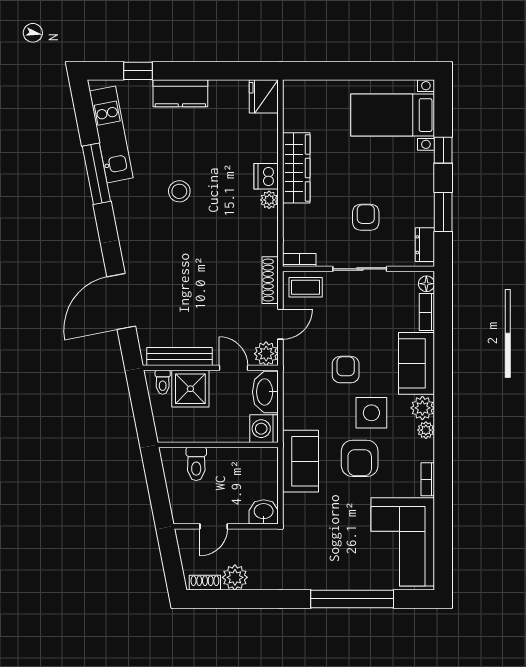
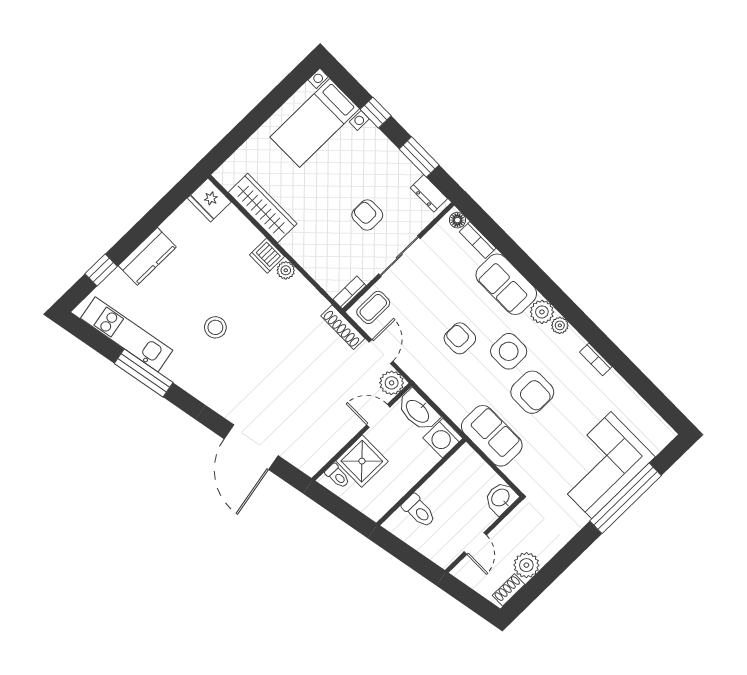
wardrobe: (296, 168) -> (263, 208), moved
bench: (179, 357) -> (332, 446), removed
corner sofa: (403, 542) -> (601, 465), moved, turned 90

